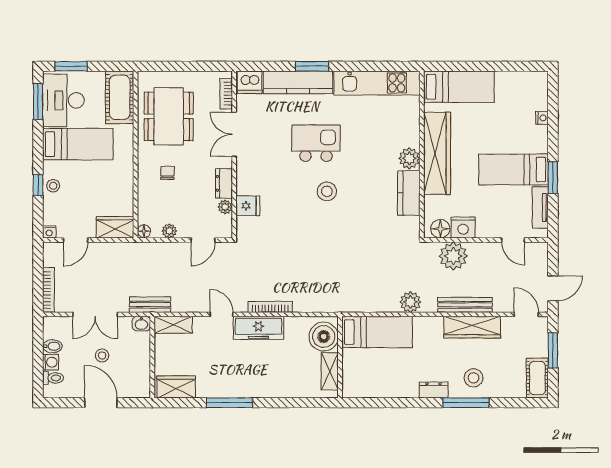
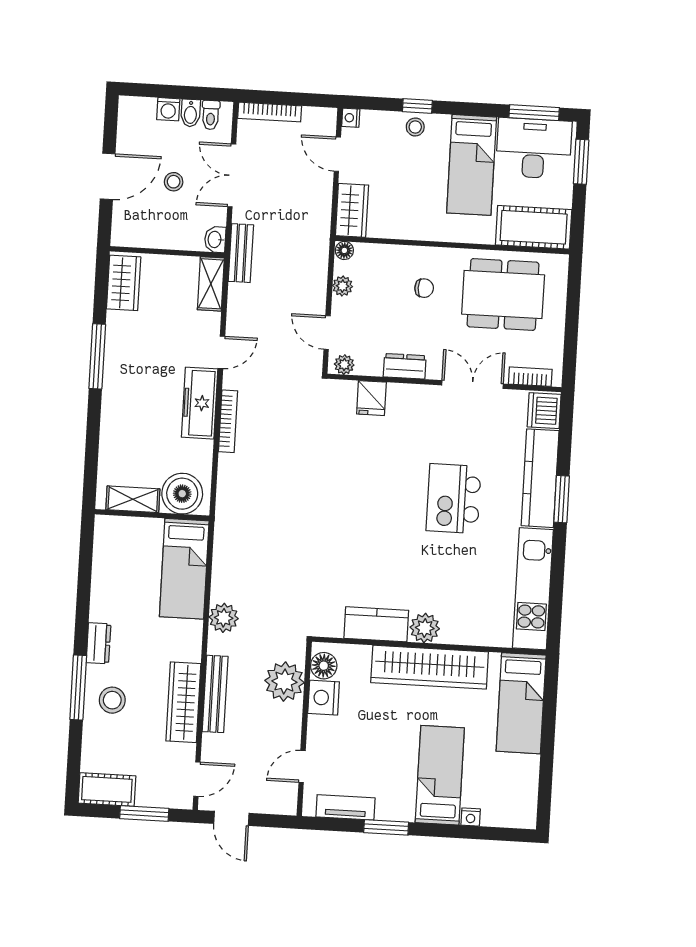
kitchen island: (316, 143) -> (454, 499), turned 180
bed: (514, 170) -> (440, 775), moved
stool: (327, 191) -> (385, 510), removed
plant: (225, 207) -> (344, 365), moved
toilet: (53, 378) -> (211, 115), moved

